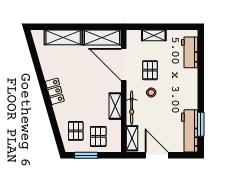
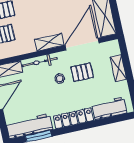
locker: (191, 88) -> (74, 118), added
shelving: (115, 106) -> (49, 42), moved

